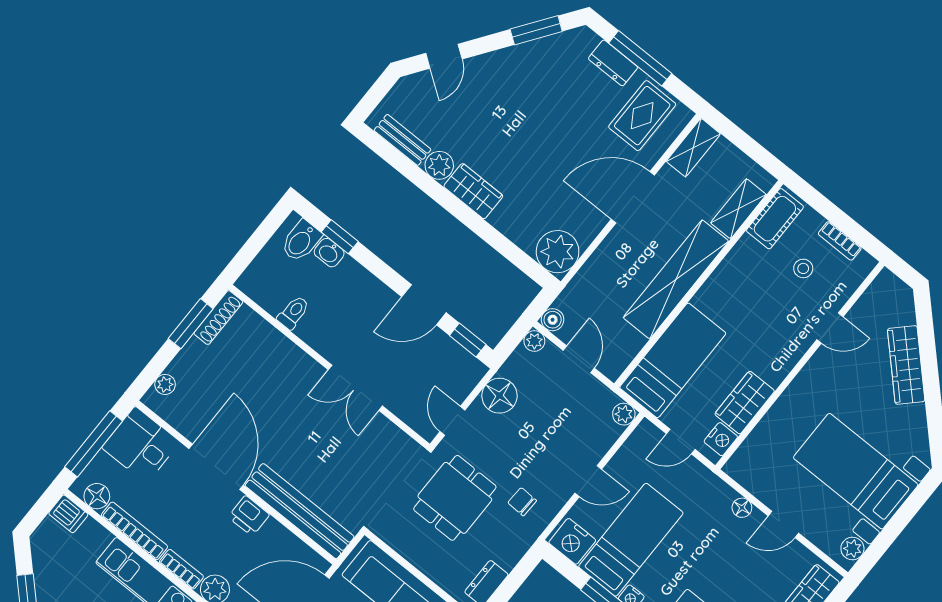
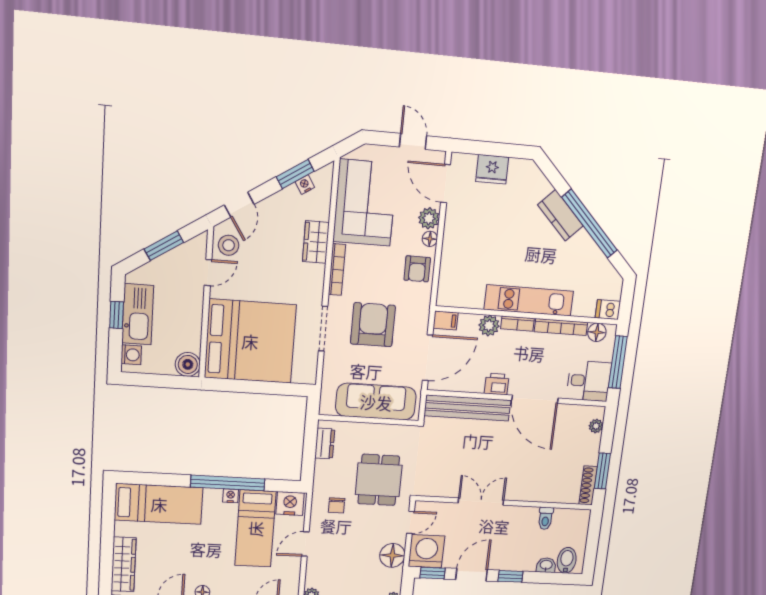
window: (340, 237) -> (510, 576), moved
washing machine: (457, 372) -> (426, 551), added
door: (452, 421) -> (410, 522), hinge flipped
chair: (522, 502) -> (337, 505), turned 88

